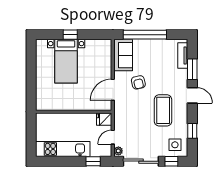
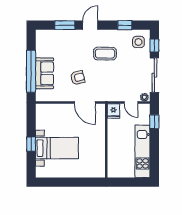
sofa: (123, 55) -> (44, 73), moved, turned 90
tv unit: (183, 55) -> (51, 34), removed
coffee table: (163, 110) -> (105, 54), width x0.73, depth x0.76

